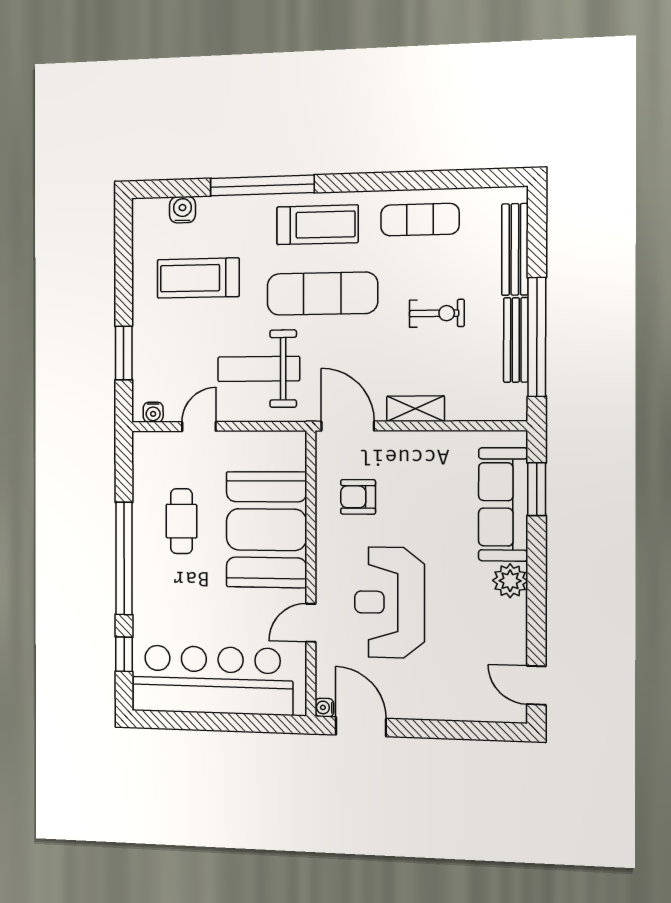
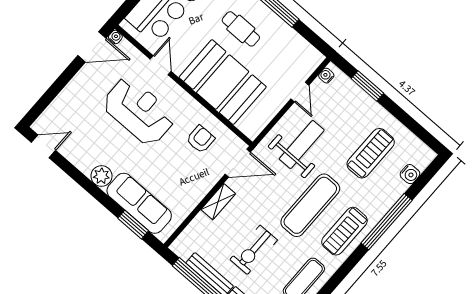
exercise bike: (437, 313) -> (254, 250), width x1.38, depth x1.39
cafe table: (181, 521) -> (241, 29), moved

